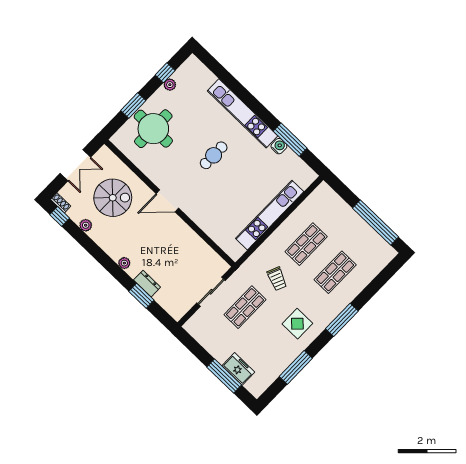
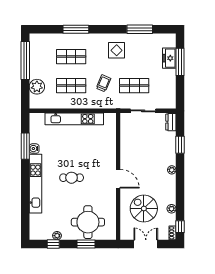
plant: (338, 209) -> (37, 87), added
dresser: (147, 284) -> (171, 122), moved
window: (342, 320) -> (76, 29), moved

